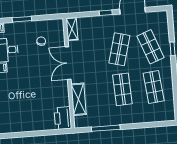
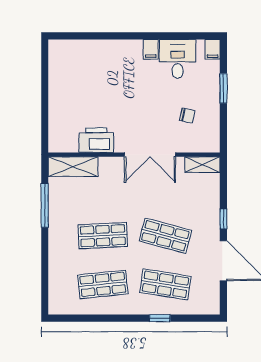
shop shelf: (151, 47) -> (165, 284), turned 30
double door: (68, 63) -> (150, 155), swing flipped
shelving: (79, 99) -> (73, 167), moved
printer: (63, 118) -> (96, 140), moved

